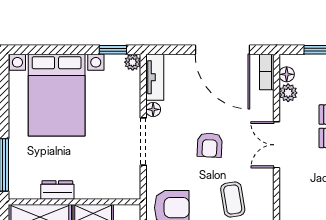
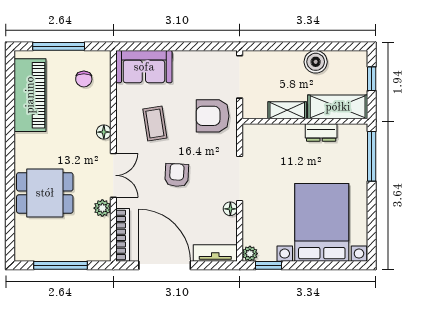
bookcase: (267, 72) -> (123, 235), width x1.56
floor lamp: (287, 74) -> (104, 132), moved
tv unit: (155, 77) -> (215, 253), moved, turned 90
plant: (288, 93) -> (102, 208), moved

